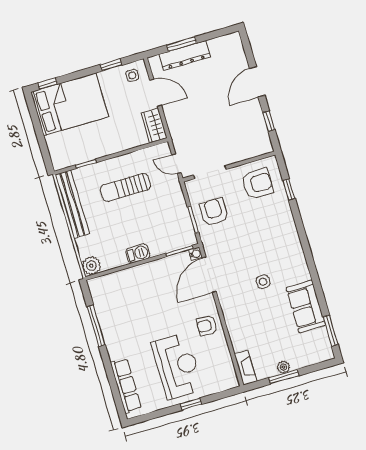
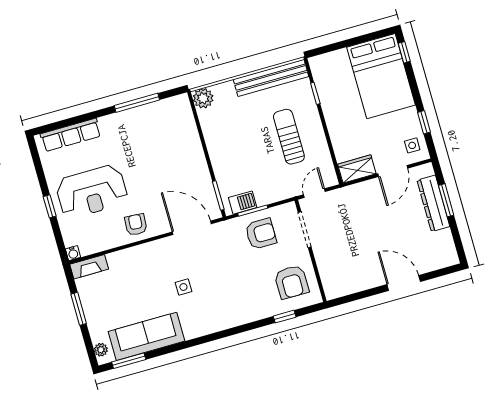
window: (269, 121) -> (360, 295), removed
barbecue: (138, 253) -> (243, 203), moved, turned -90
water cooler: (195, 254) -> (73, 253), moved
sofa: (306, 307) -> (147, 336), width x1.36
plant: (283, 367) -> (101, 350), moved

